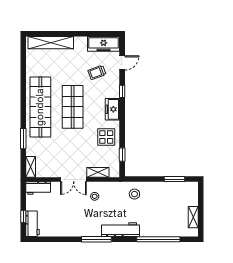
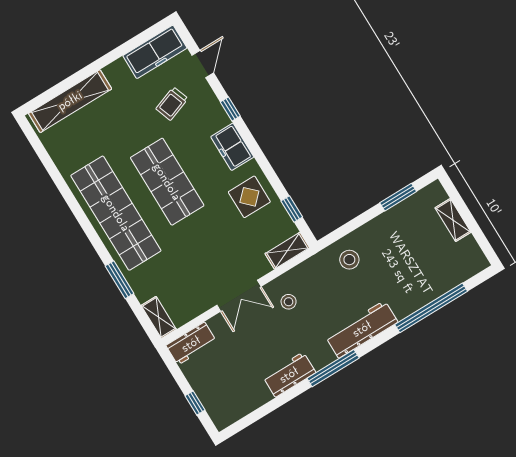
shelving: (98, 172) -> (287, 251), moved
shelving: (193, 217) -> (453, 220), moved
workbench: (33, 224) -> (289, 375), moved, turned -90

